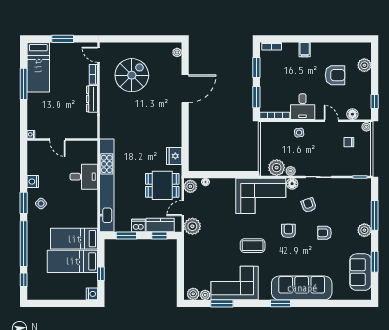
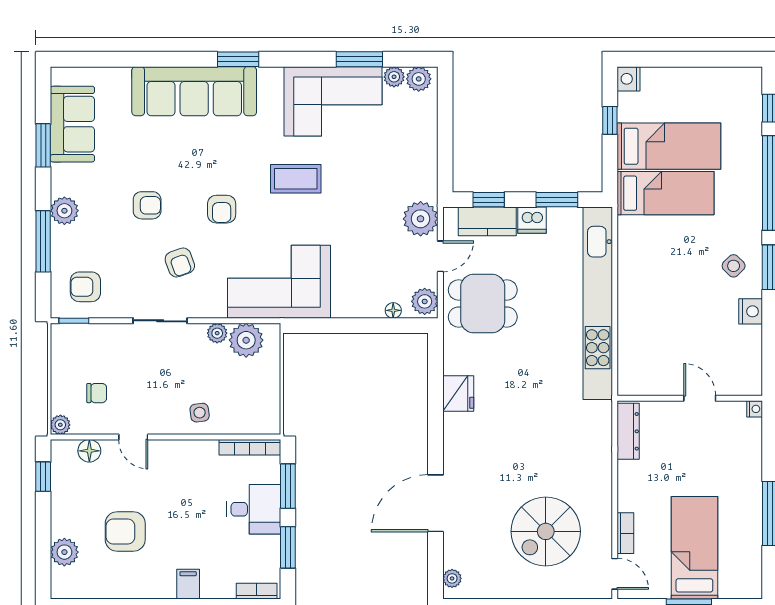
bed: (38, 67) -> (694, 548), moved
dresser: (92, 99) -> (628, 431), moved
desk: (303, 107) -> (254, 509), moved, turned 90
fridge: (174, 156) -> (458, 393), moved
desk: (84, 177) -> (645, 321), removed
floor lamp: (292, 184) -> (214, 307), removed
armchair: (354, 193) -> (85, 287), added

